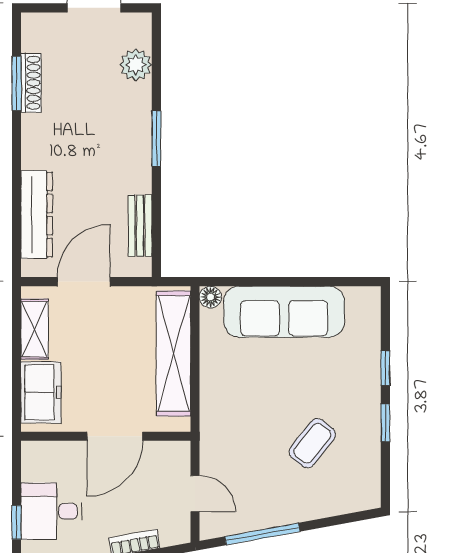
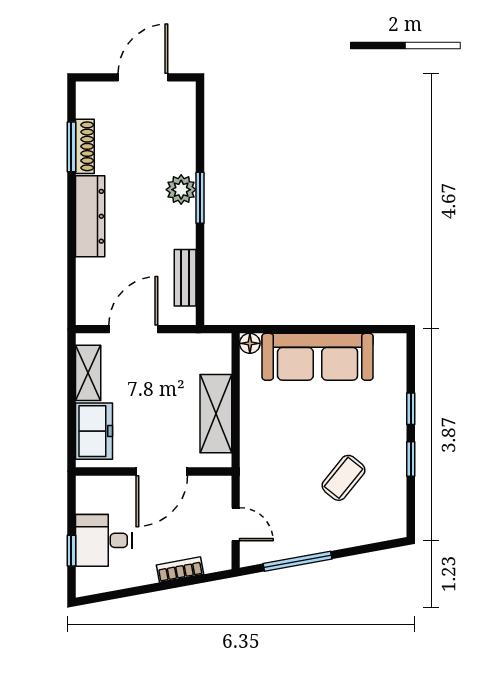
plant: (136, 65) -> (181, 190), moved
dresser: (37, 215) -> (90, 216), moved
shelving: (173, 354) -> (216, 414), width x0.68

